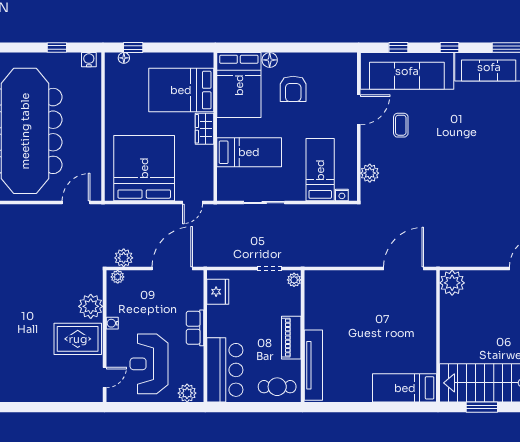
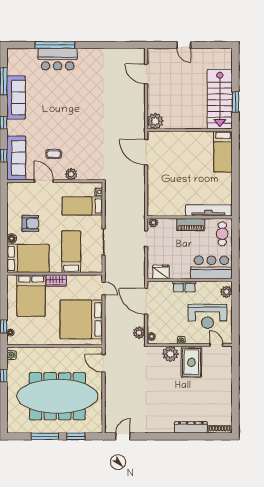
sofa: (407, 71) -> (16, 158), width x0.74, depth x0.79
plant: (370, 173) -> (71, 174), moved

